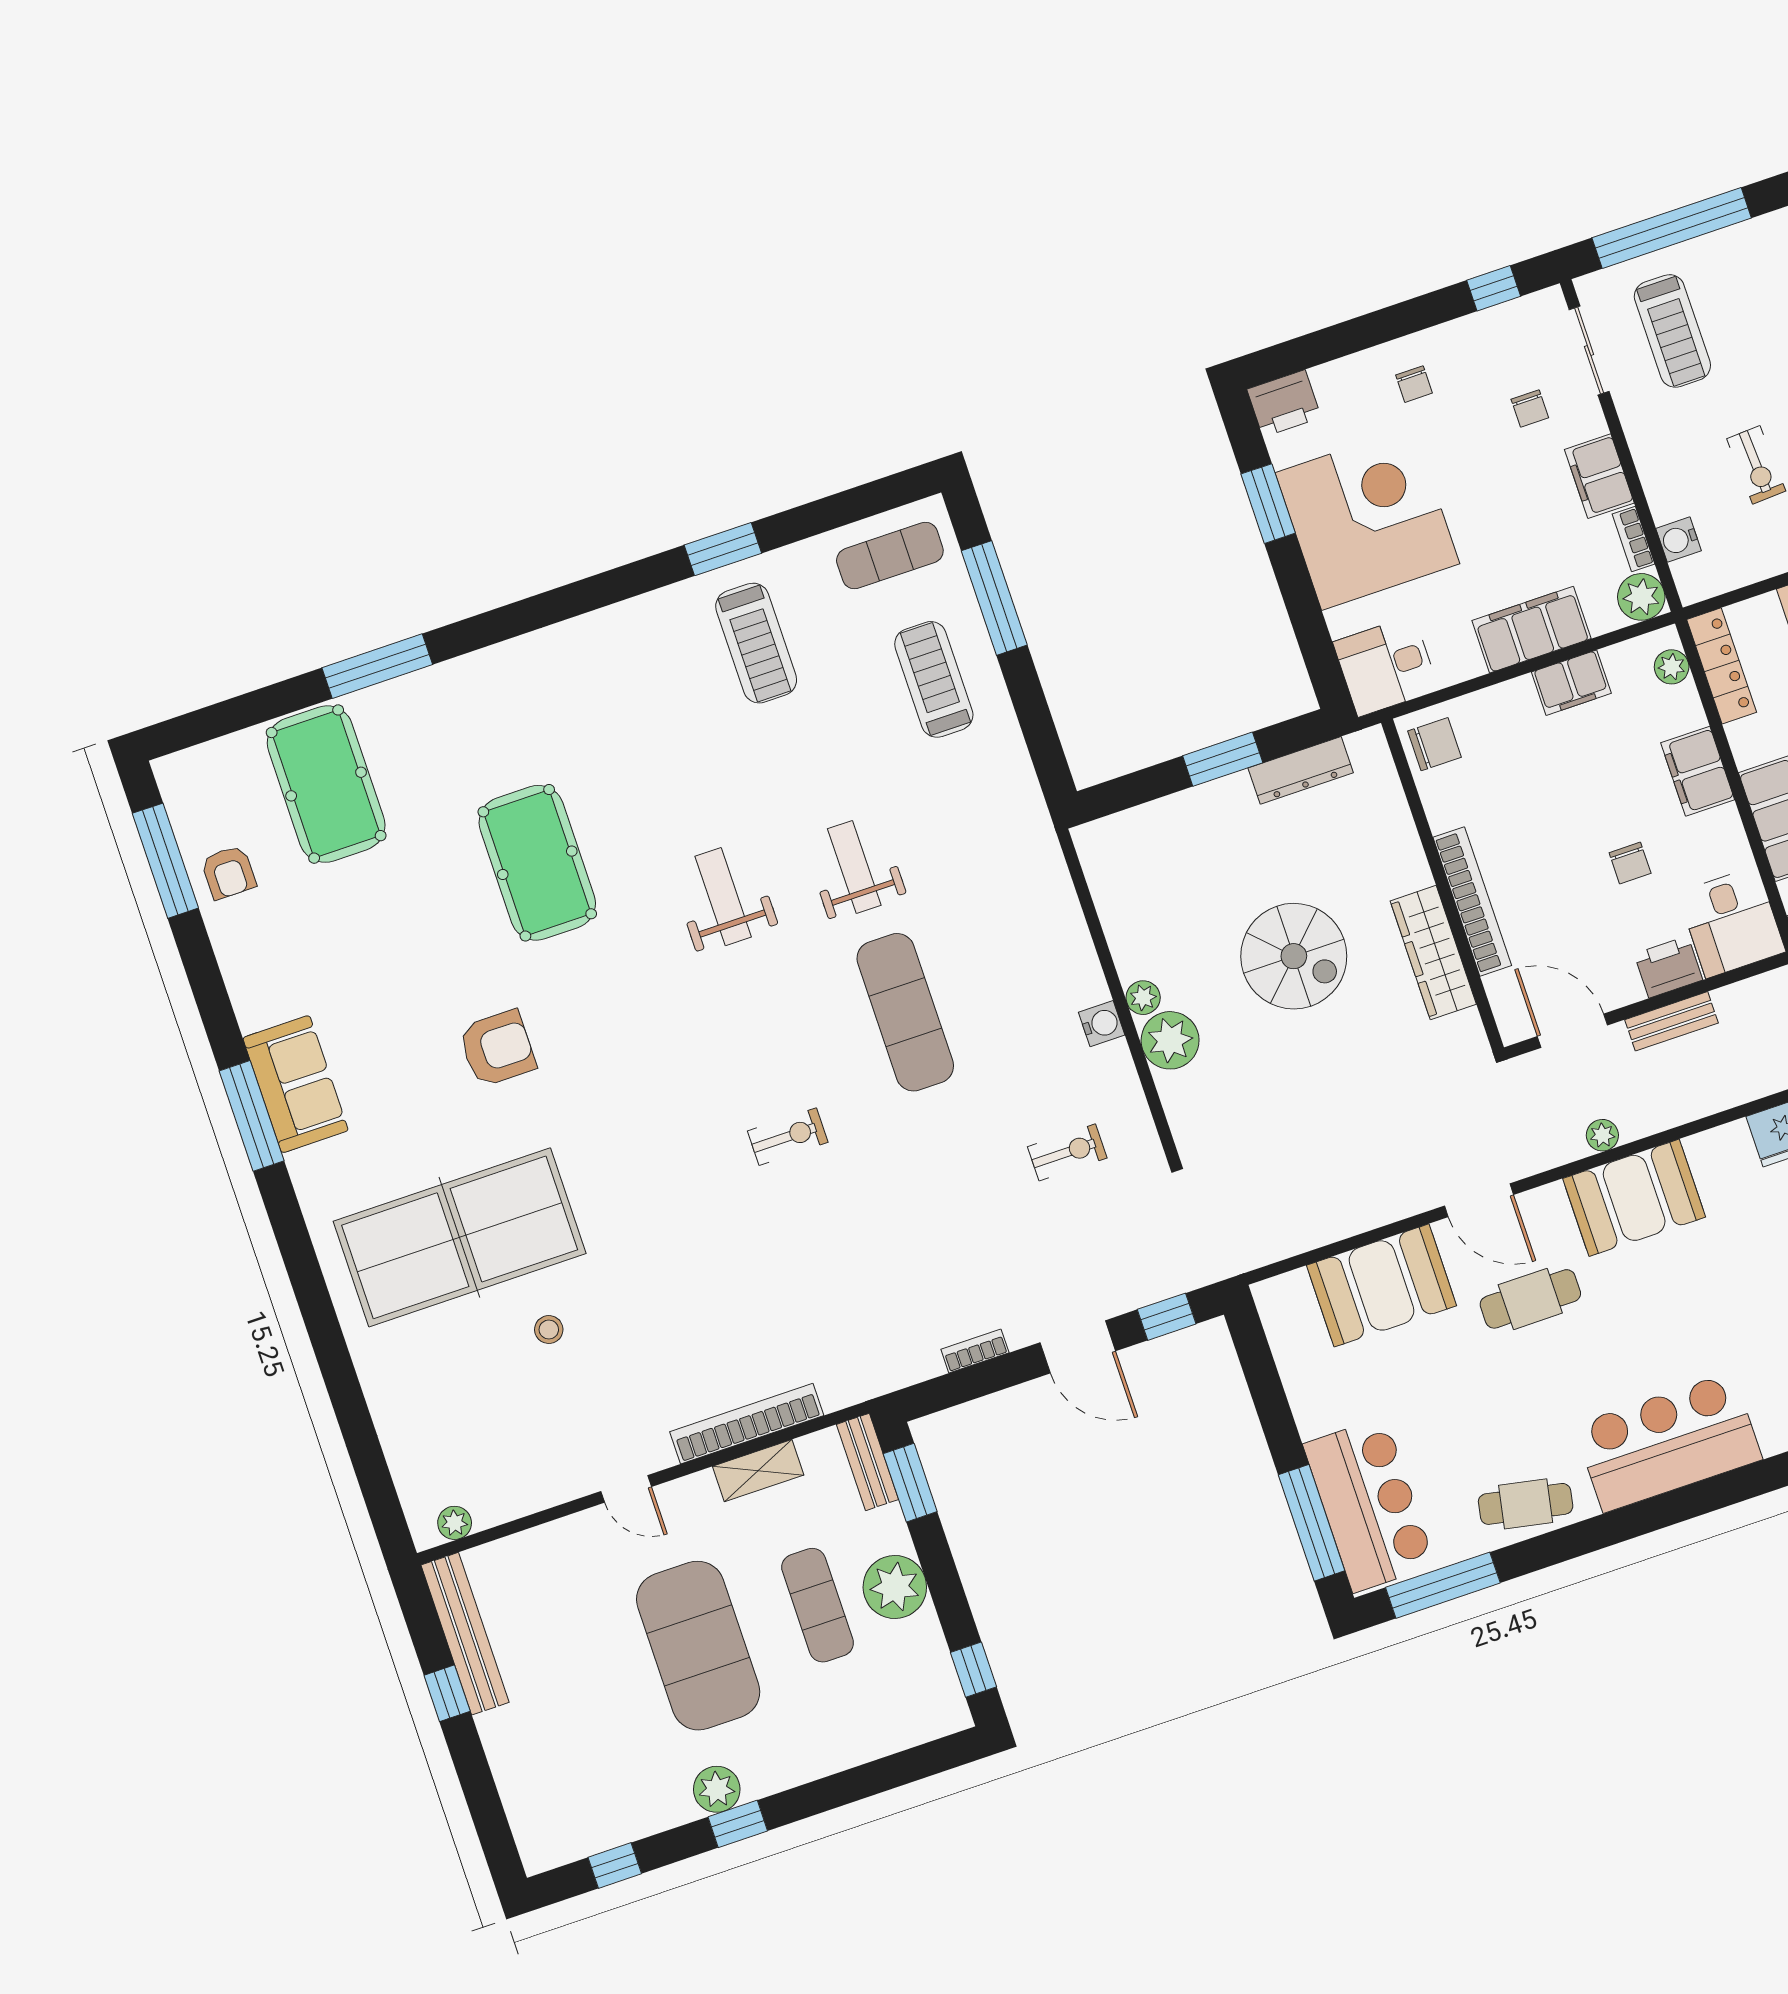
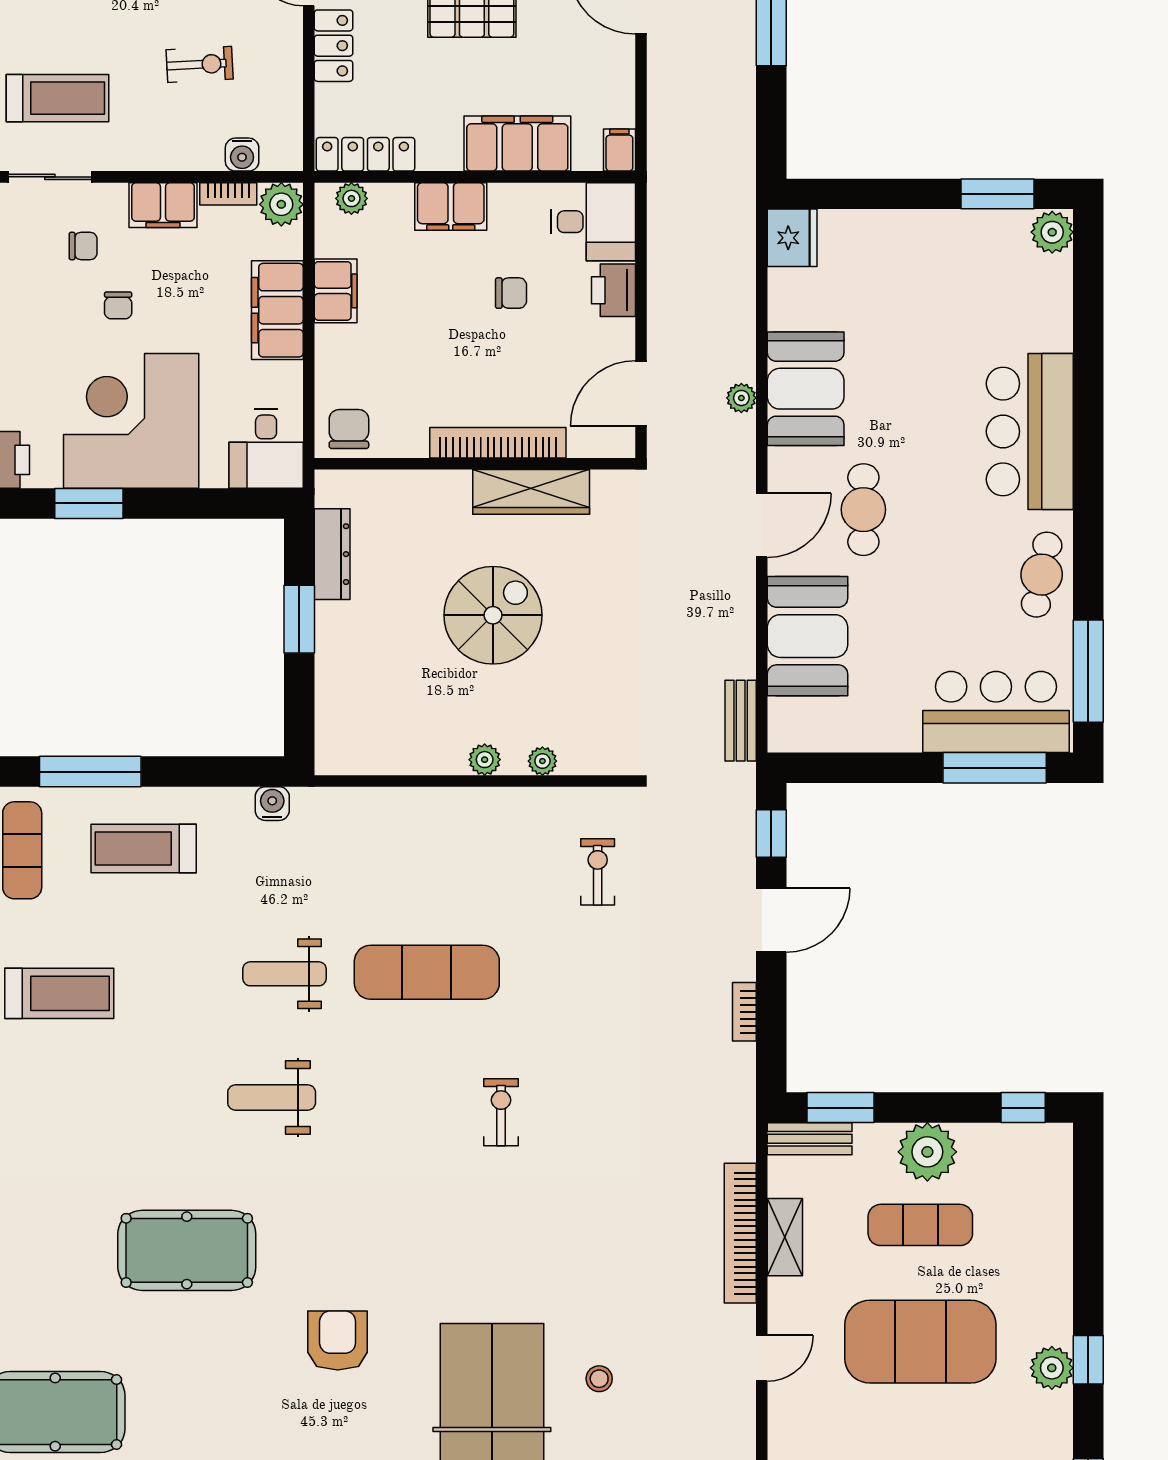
chair: (1414, 384) -> (118, 305), moved, turned 90
bench: (1671, 1021) -> (741, 721), moved
water cooler: (1102, 1024) -> (272, 804), moved
plant: (1170, 1040) -> (542, 761), width x0.53, depth x0.53

